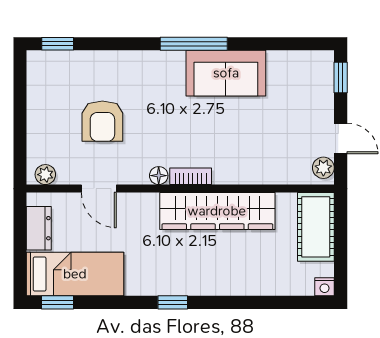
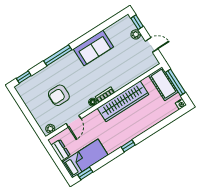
window: (194, 44) -> (58, 55), moved
armchair: (102, 121) -> (59, 95), turned 90
plant: (323, 168) -> (136, 34), moved
door: (99, 189) -> (74, 121), hinge flipped
window: (341, 239) -> (175, 82), added

